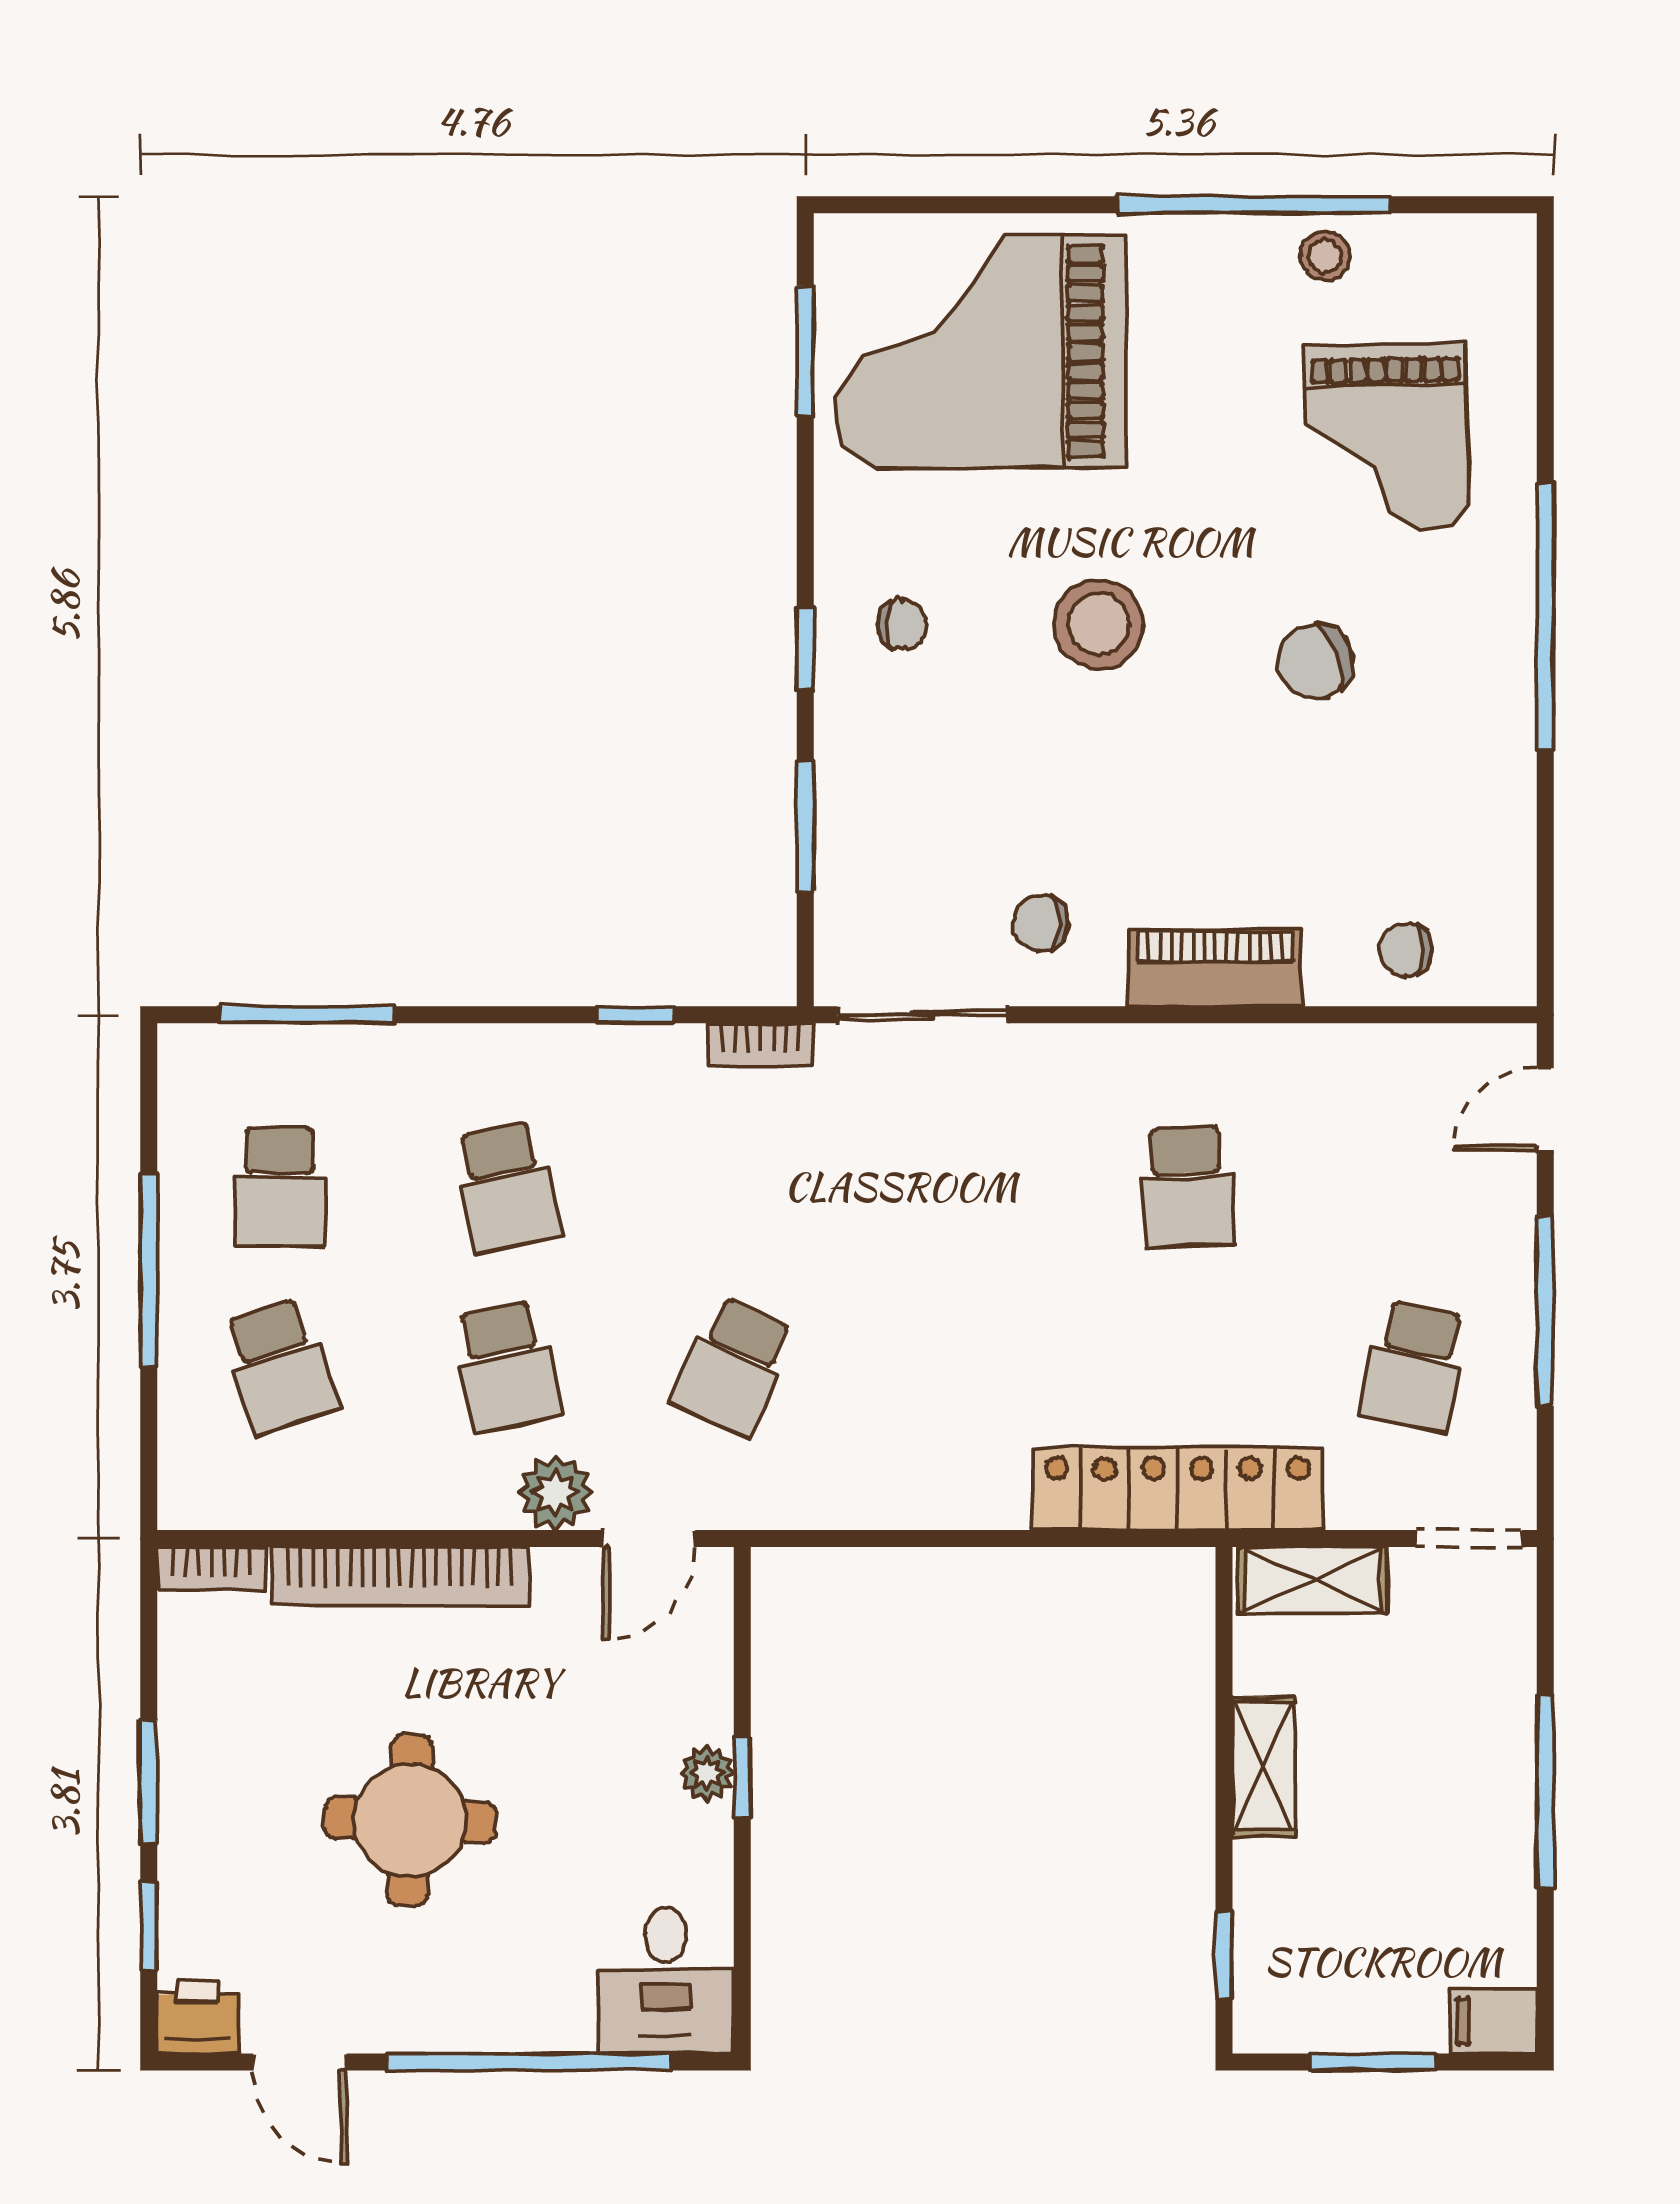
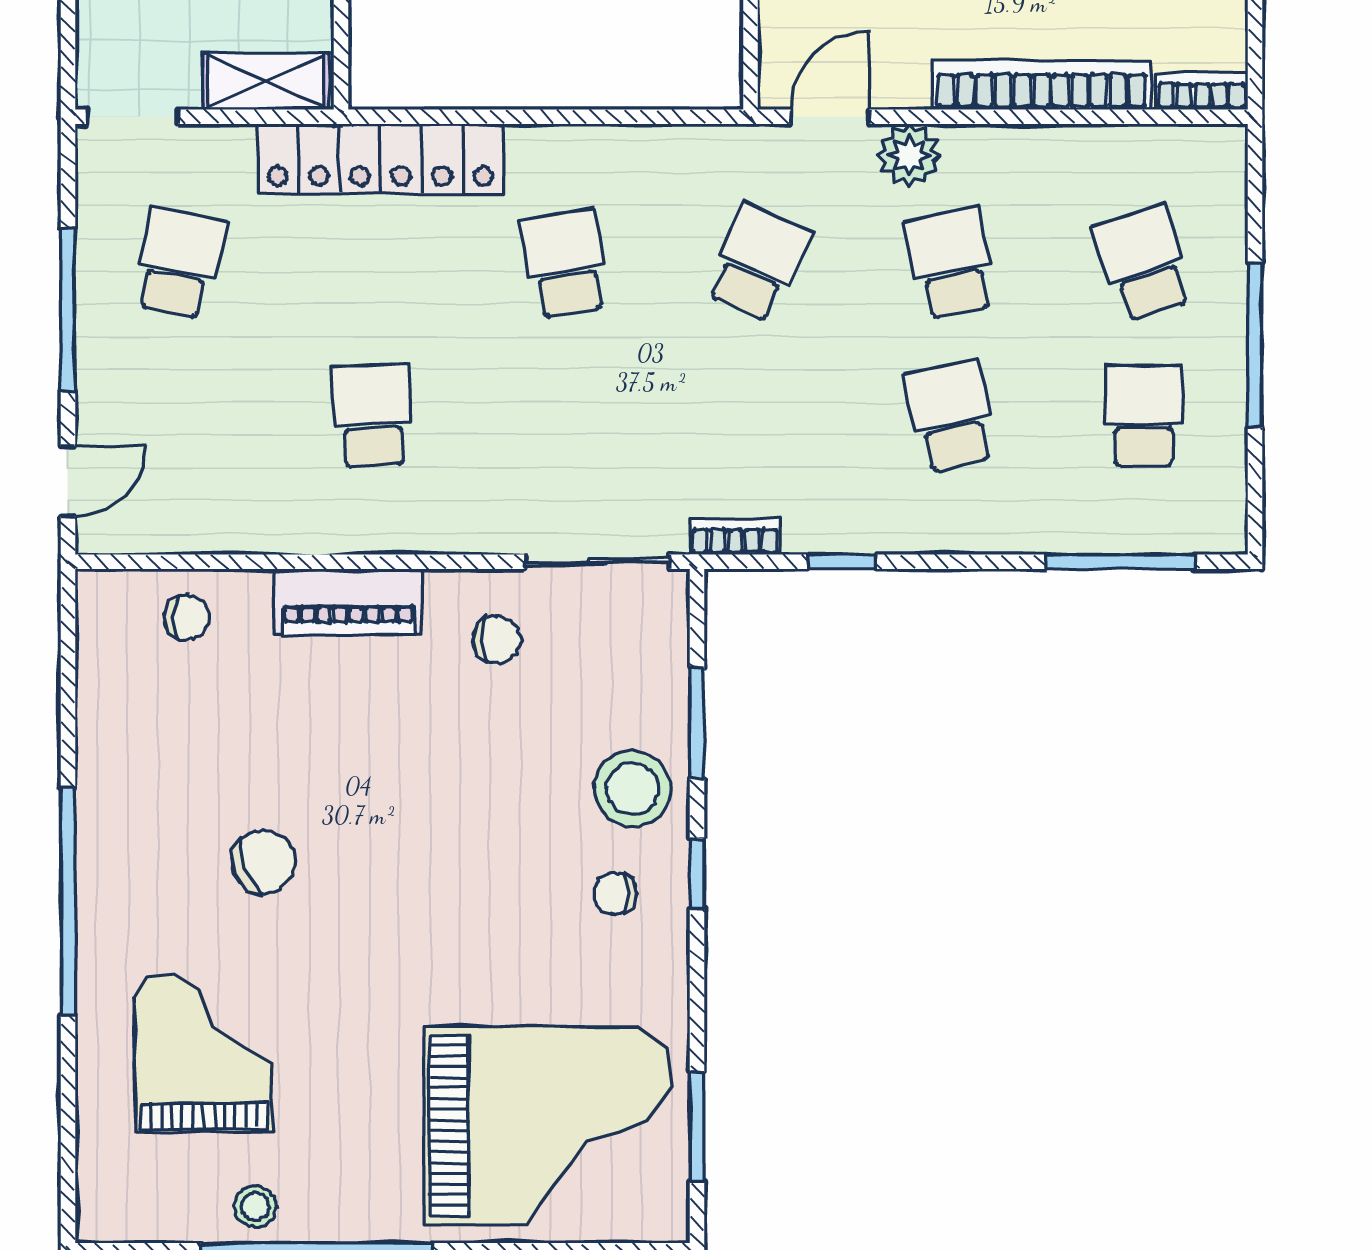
stool: (1098, 624) -> (632, 789), moved
school desk: (961, 1366) -> (565, 263), added

